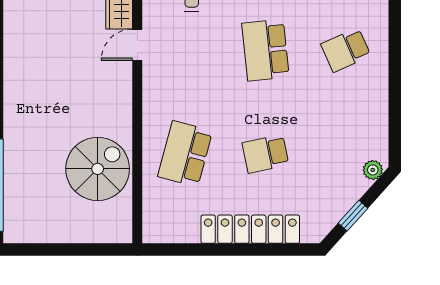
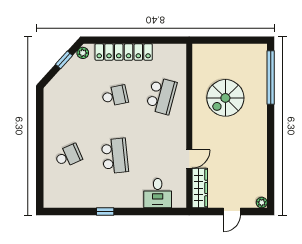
spiral stairs: (98, 169) -> (225, 98), moved
plant: (373, 170) -> (83, 53), moved

